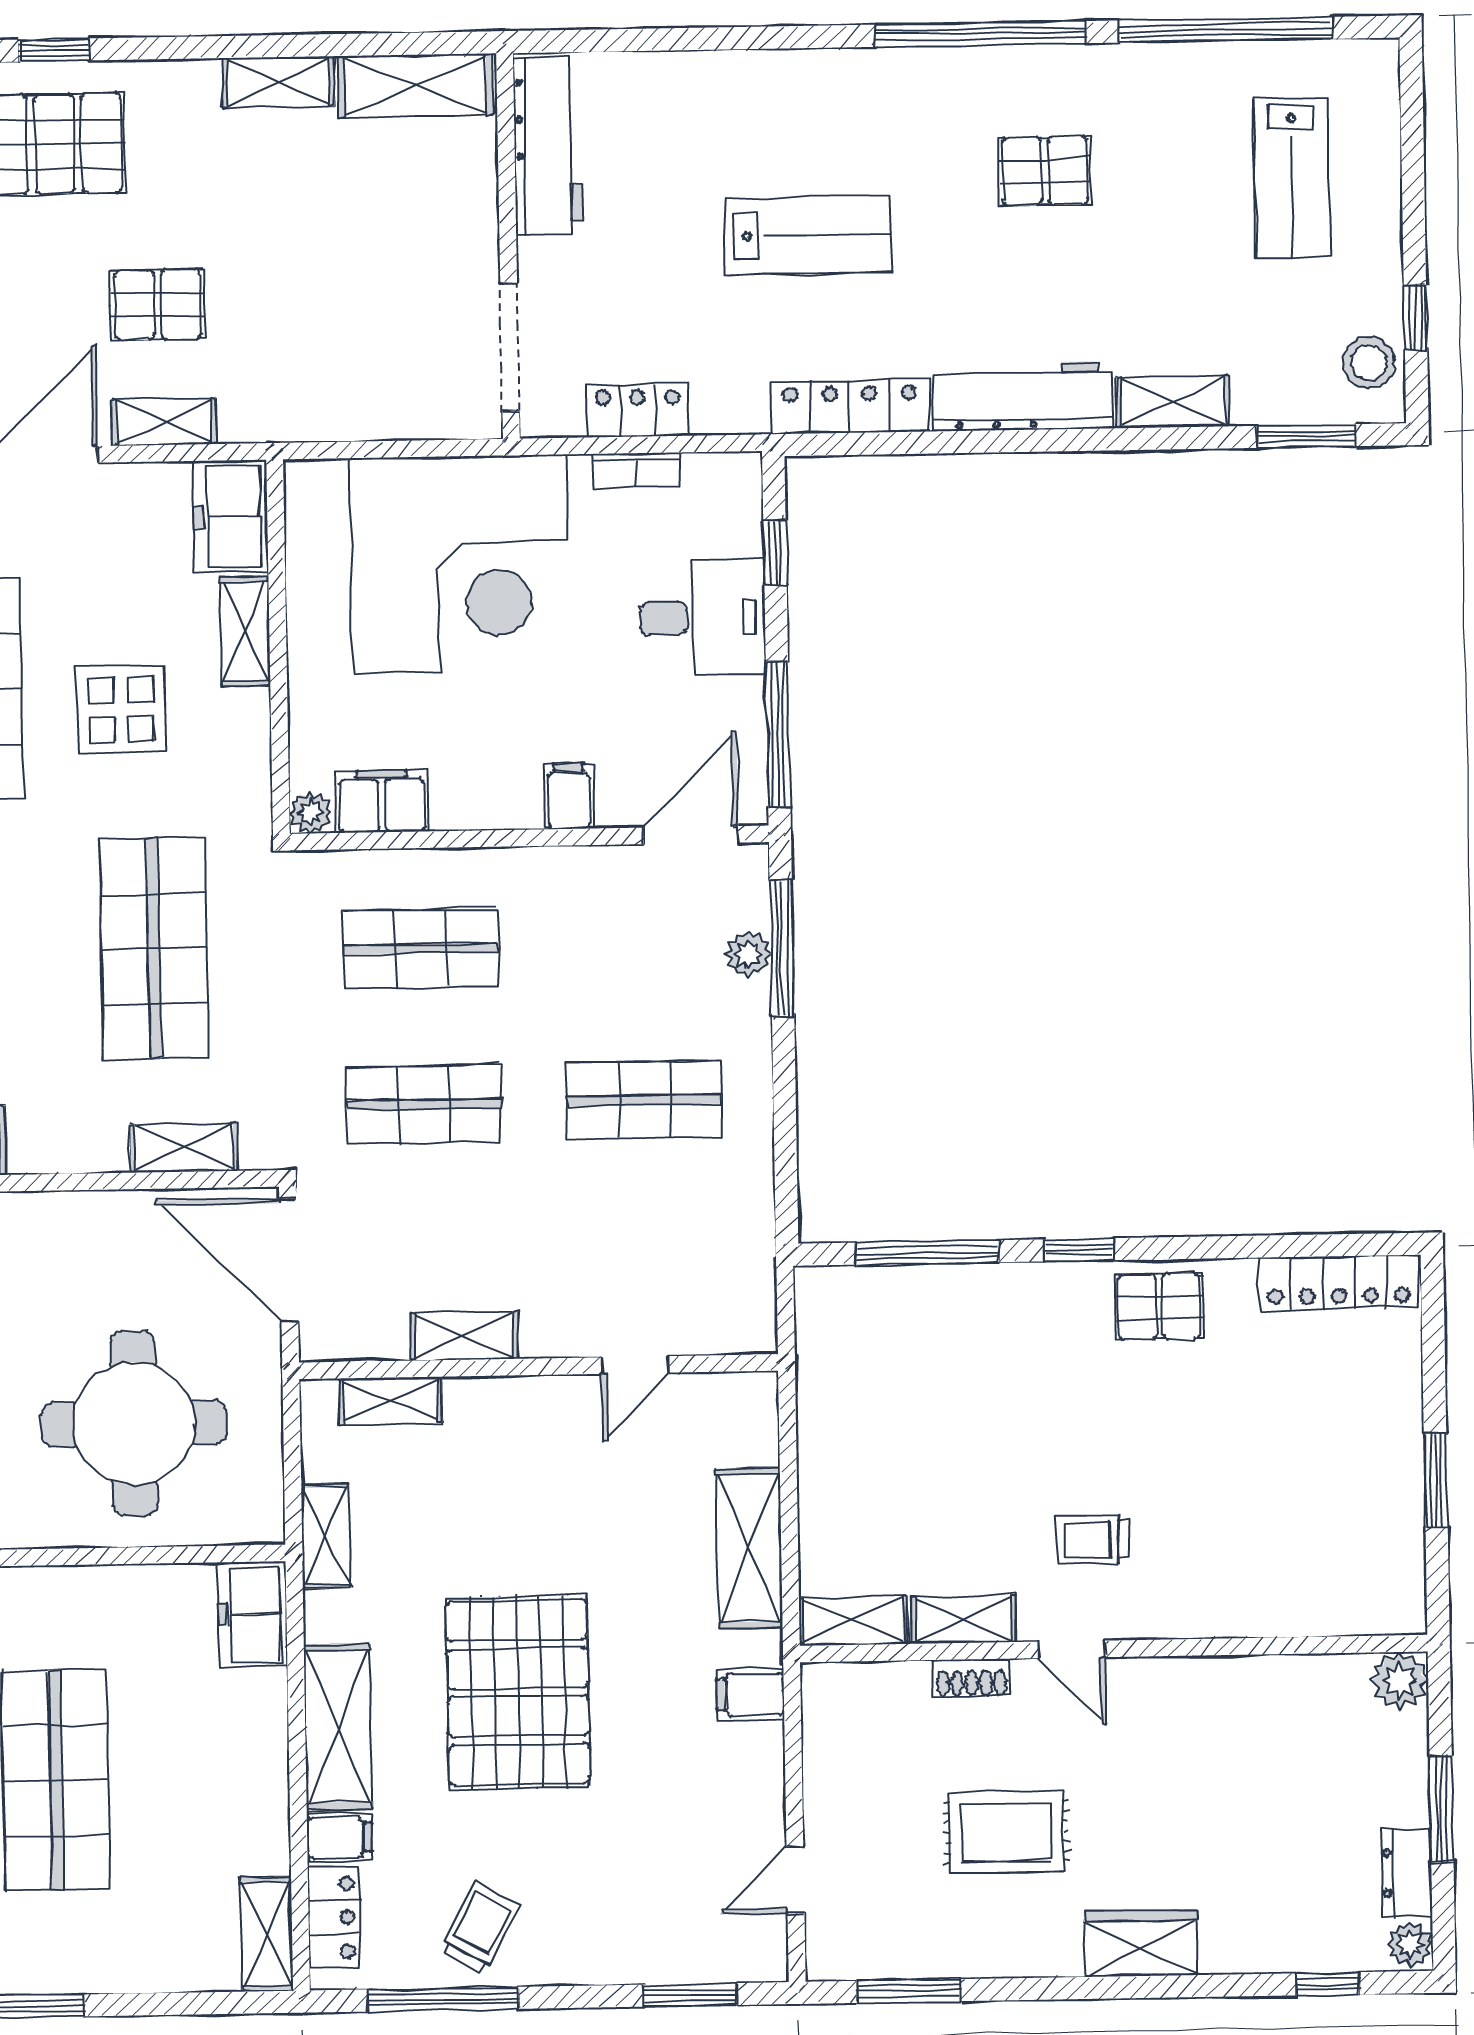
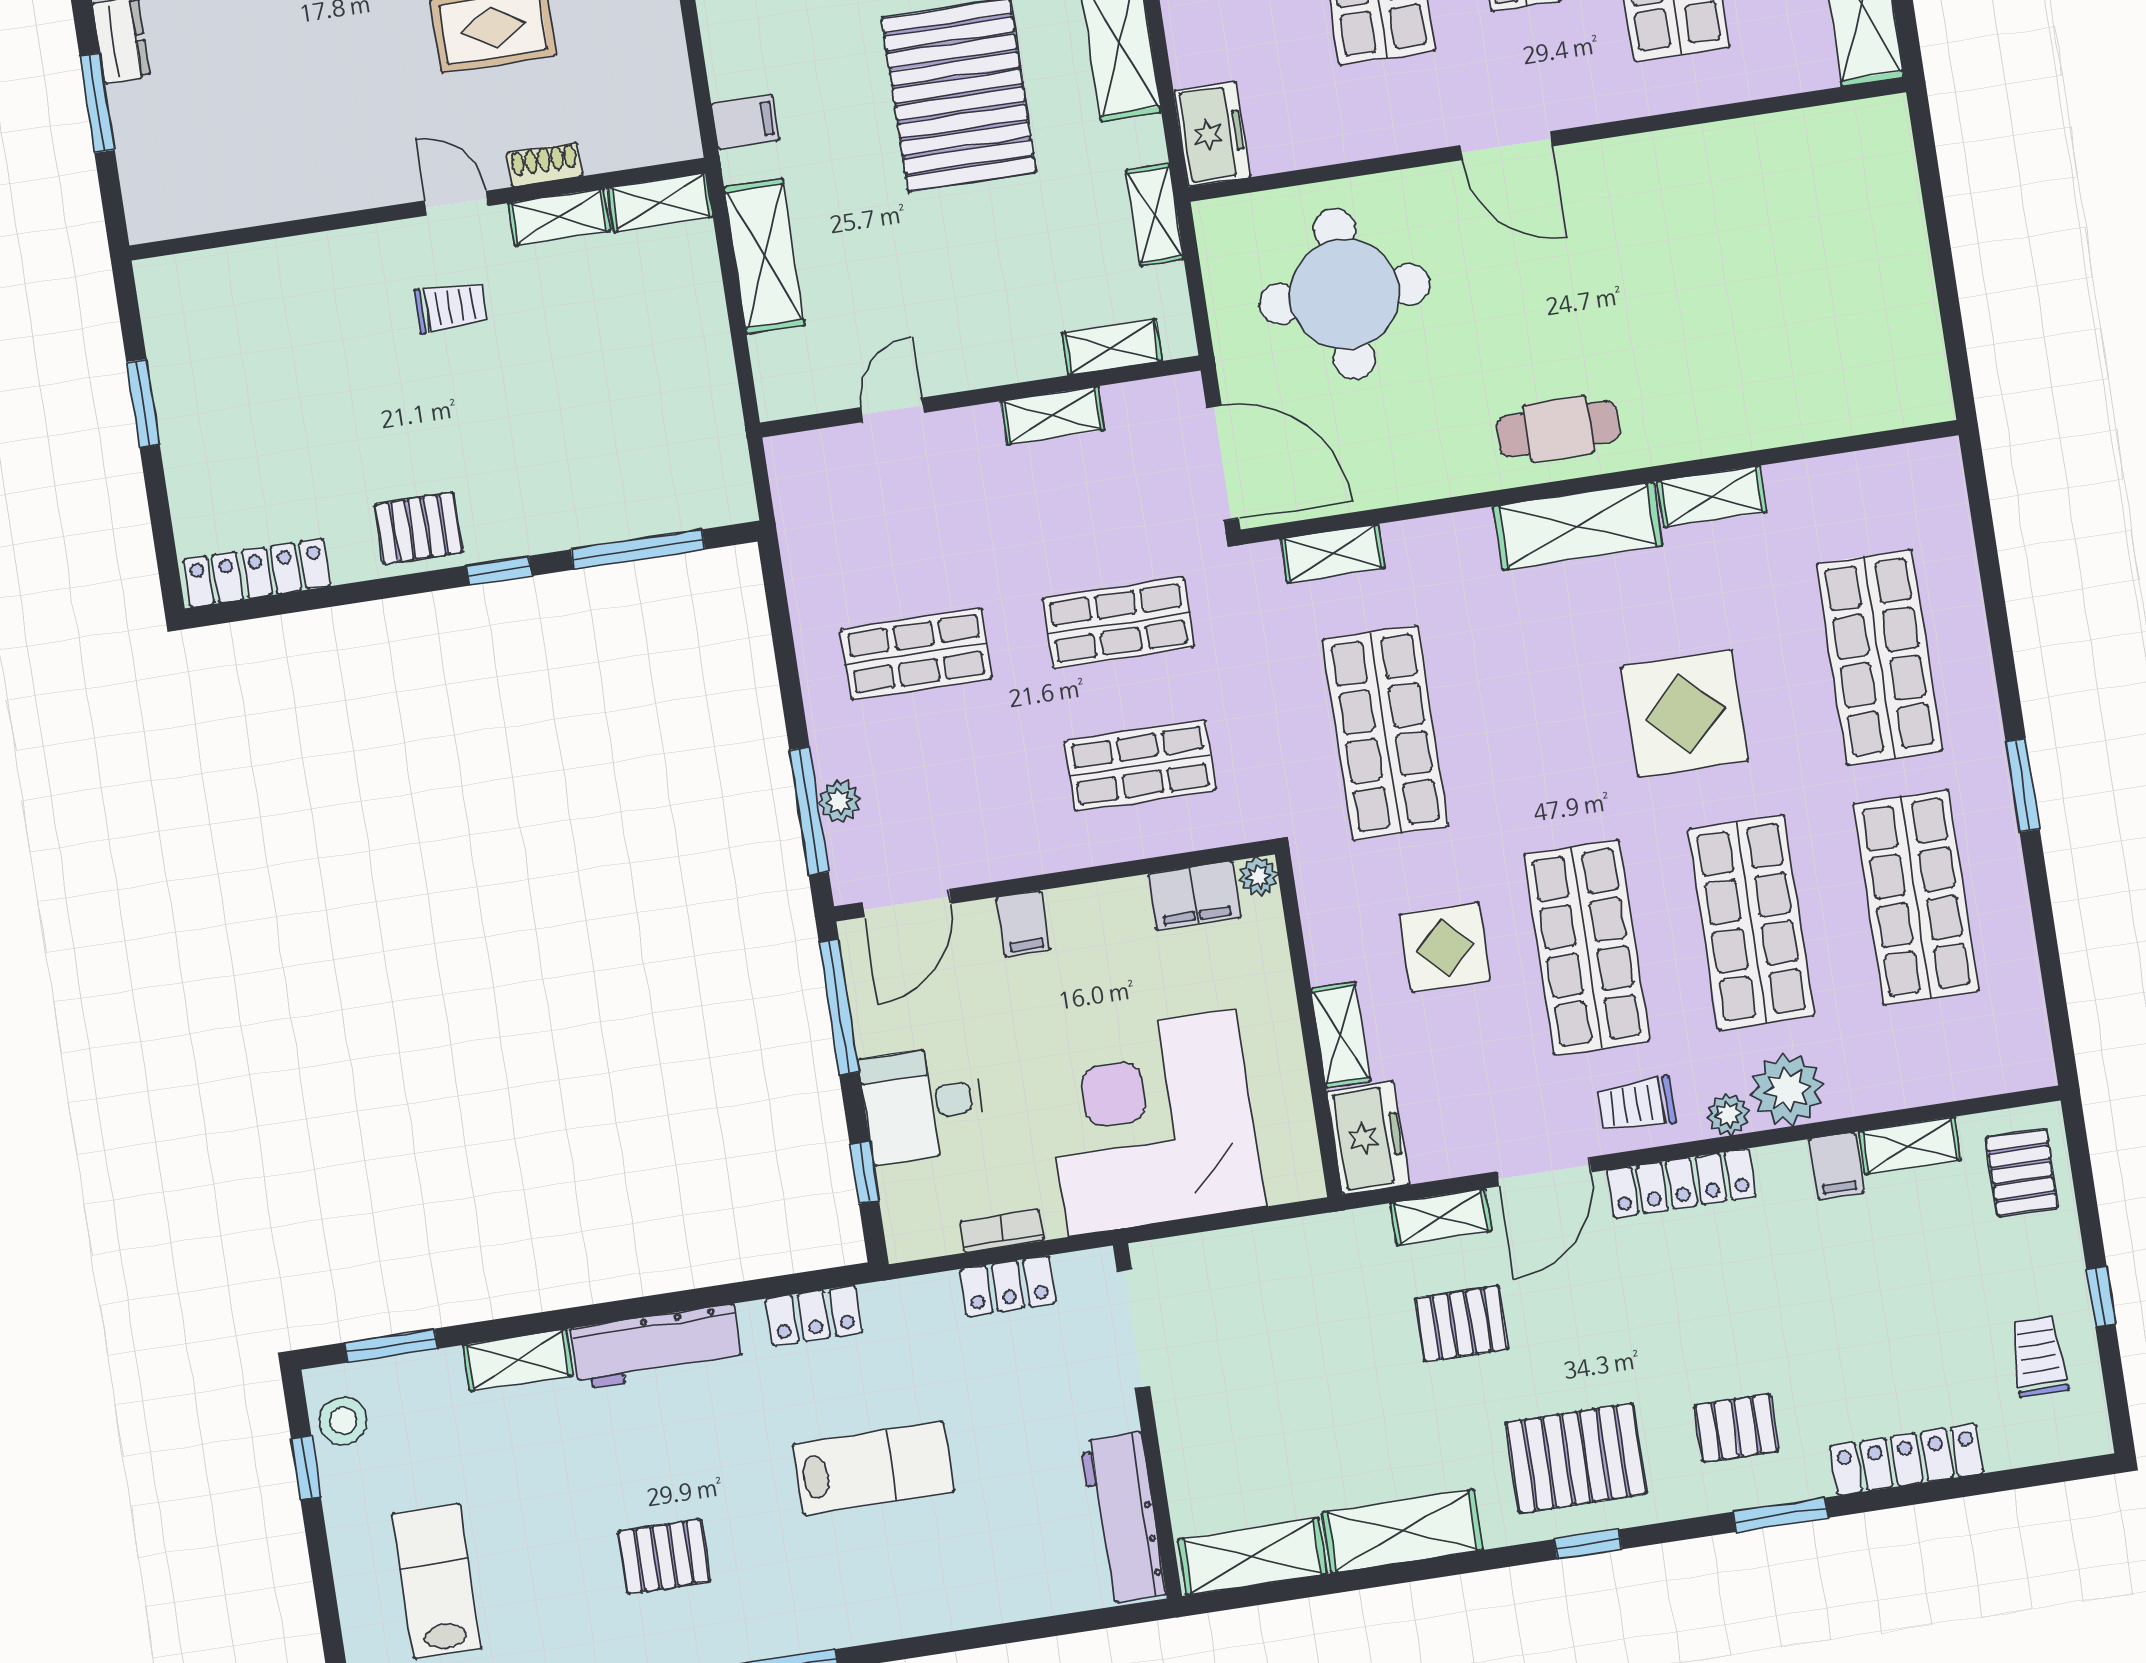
shelving: (279, 82) -> (1402, 1531), width x1.50, depth x1.33
lab bench: (808, 235) -> (873, 1468), turned 180
locker: (850, 407) -> (814, 1316), width x0.66
plant: (1400, 1681) -> (151, 215), removed

